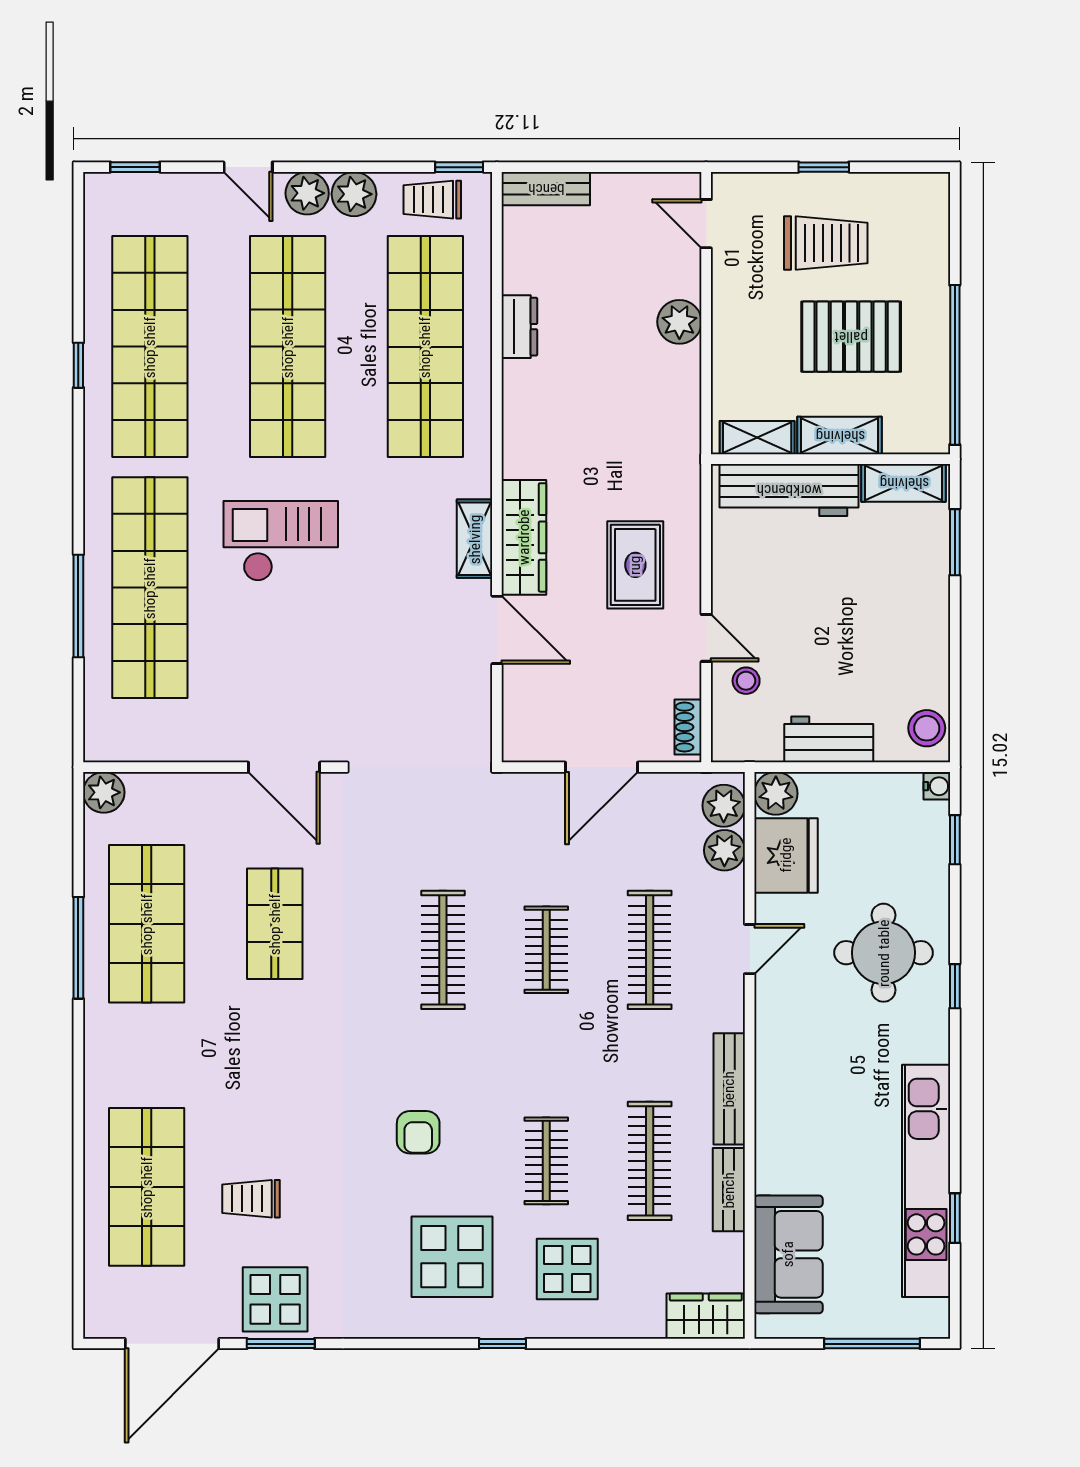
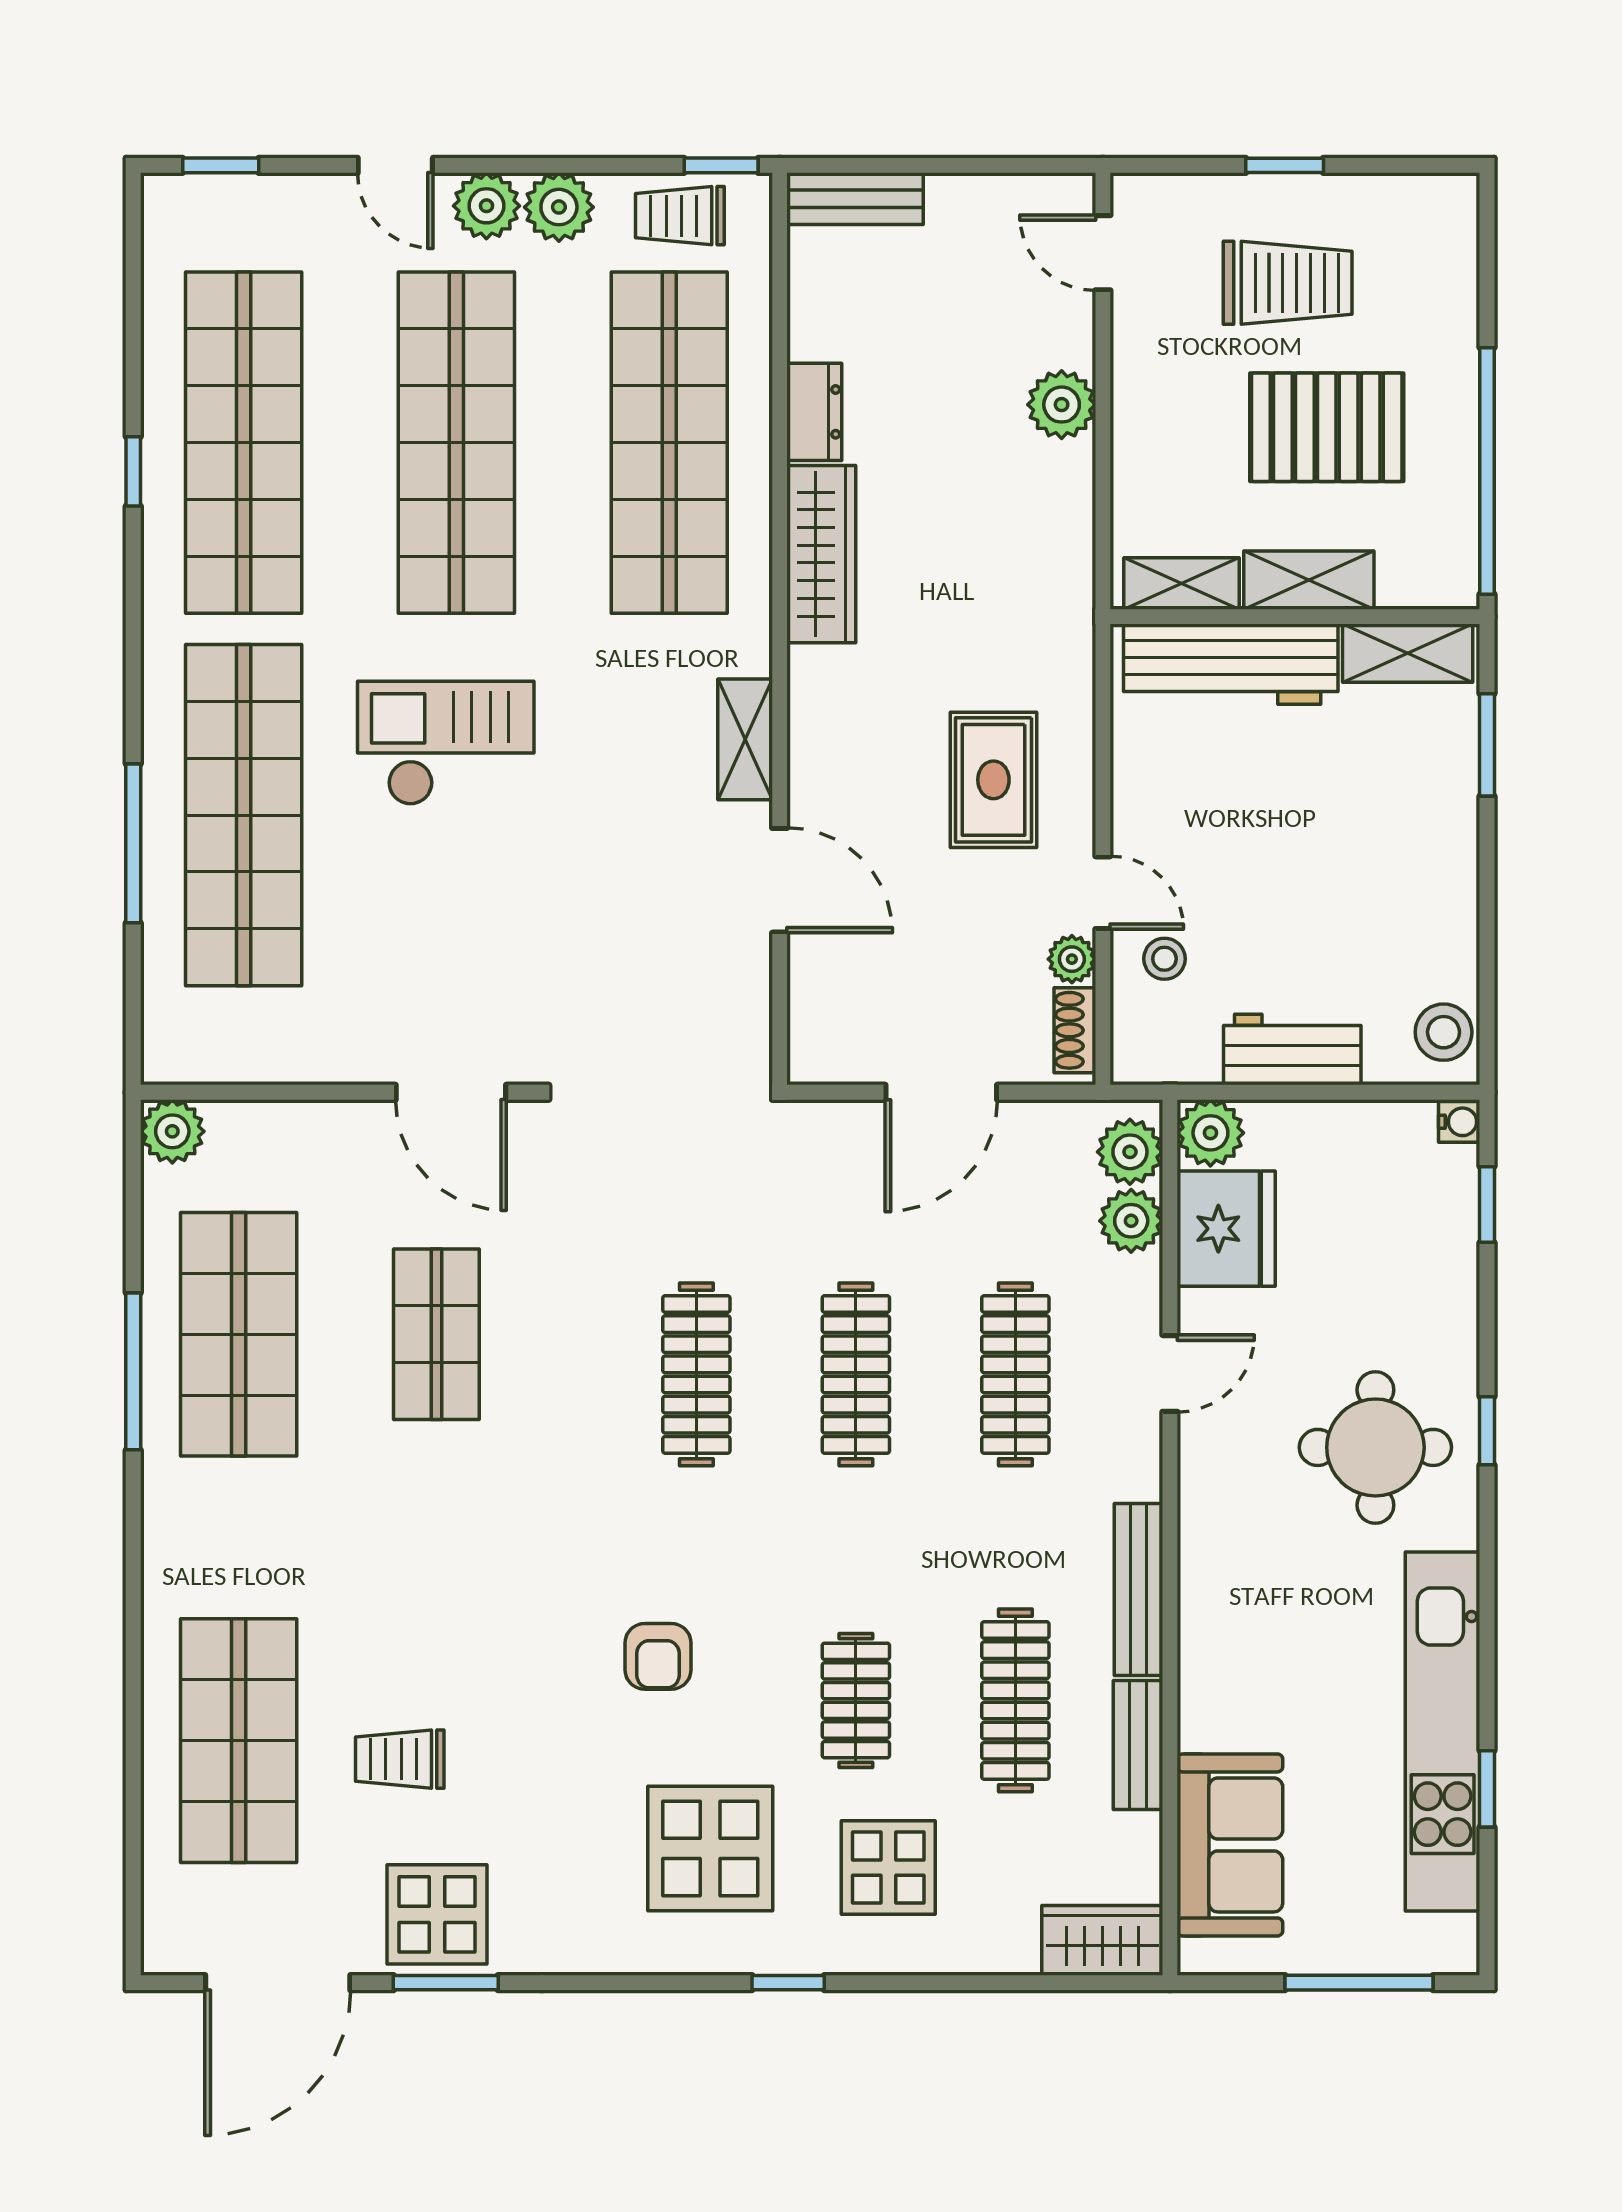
wardrobe: (524, 537) -> (821, 554), moved
plant: (686, 681) -> (1072, 959), added
clothes rail: (546, 950) -> (856, 1374), width x1.36
round table: (884, 953) -> (1375, 1447), moved

